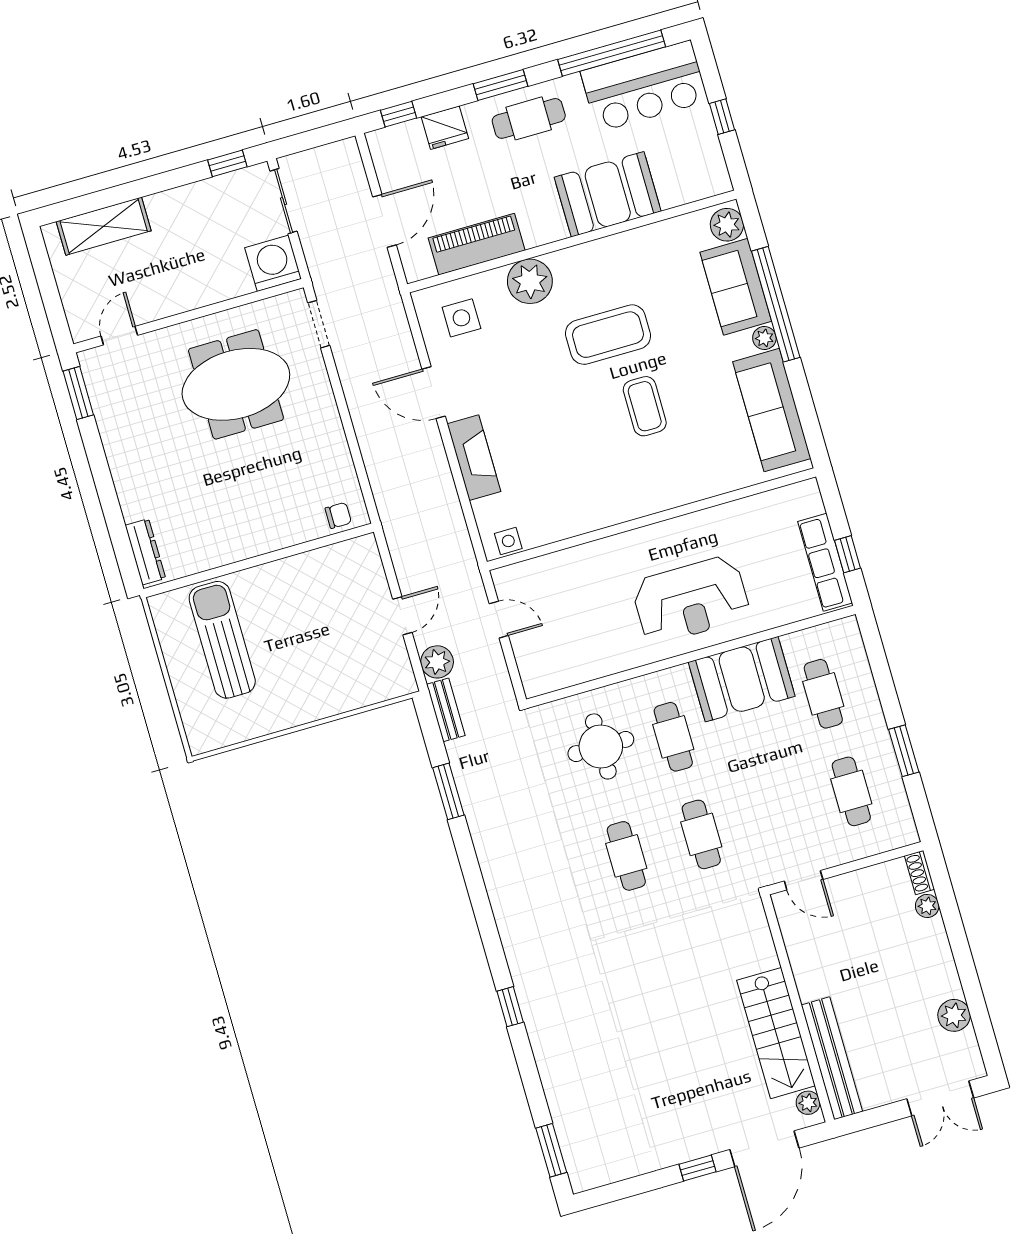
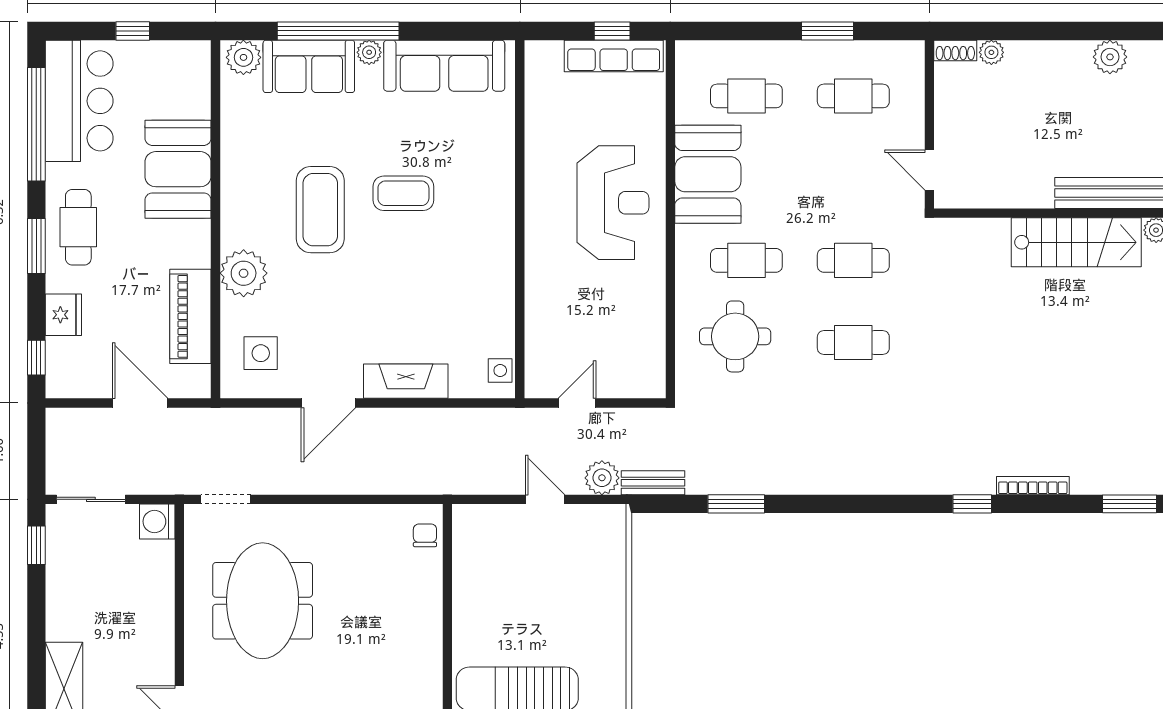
washing machine: (273, 263) -> (157, 521), width x0.73, depth x0.73
door: (804, 880) -> (929, 170), swing flipped
bookcase: (543, 1057) -> (1033, 486), added

